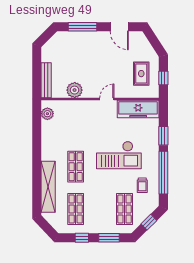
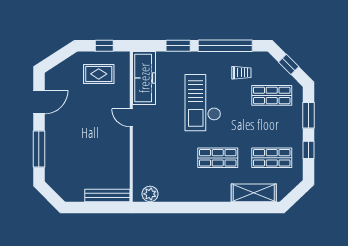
plant: (75, 90) -> (120, 159), removed
checkout: (119, 155) -> (203, 103), turned 180
shelving: (48, 187) -> (254, 193), width x0.68

